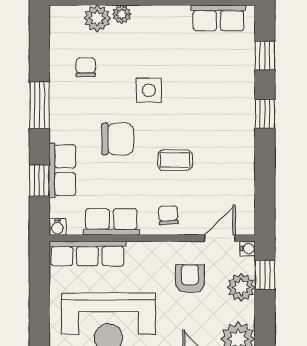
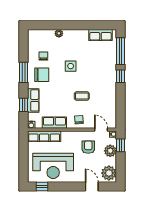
plant: (97, 18) -> (48, 35), removed
window: (265, 56) -> (120, 51), width x2.17
chair: (118, 139) -> (42, 75), moved
door: (220, 238) -> (101, 130), hinge flipped

